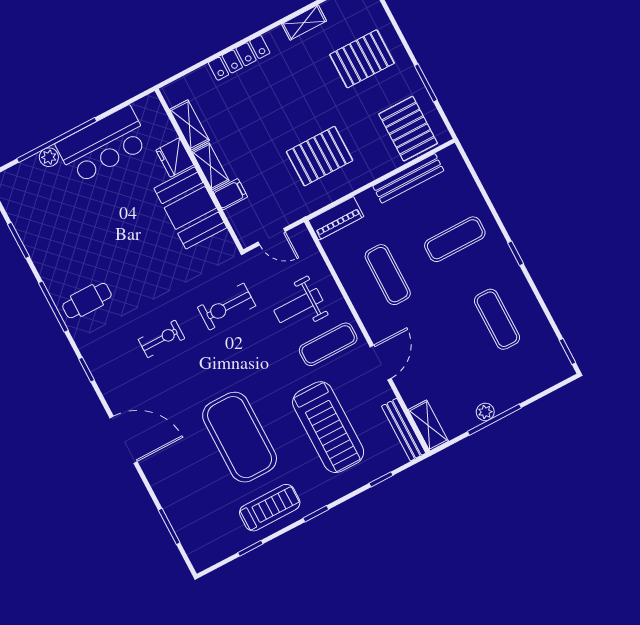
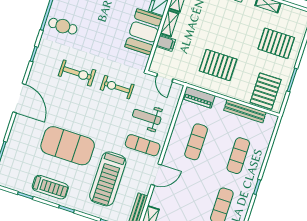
exercise mat: (455, 239) -> (238, 156), turned 90
exercise bike: (162, 339) -> (77, 73), width x1.38, depth x1.39
exercise mat: (240, 437) -> (68, 146), turned 90

